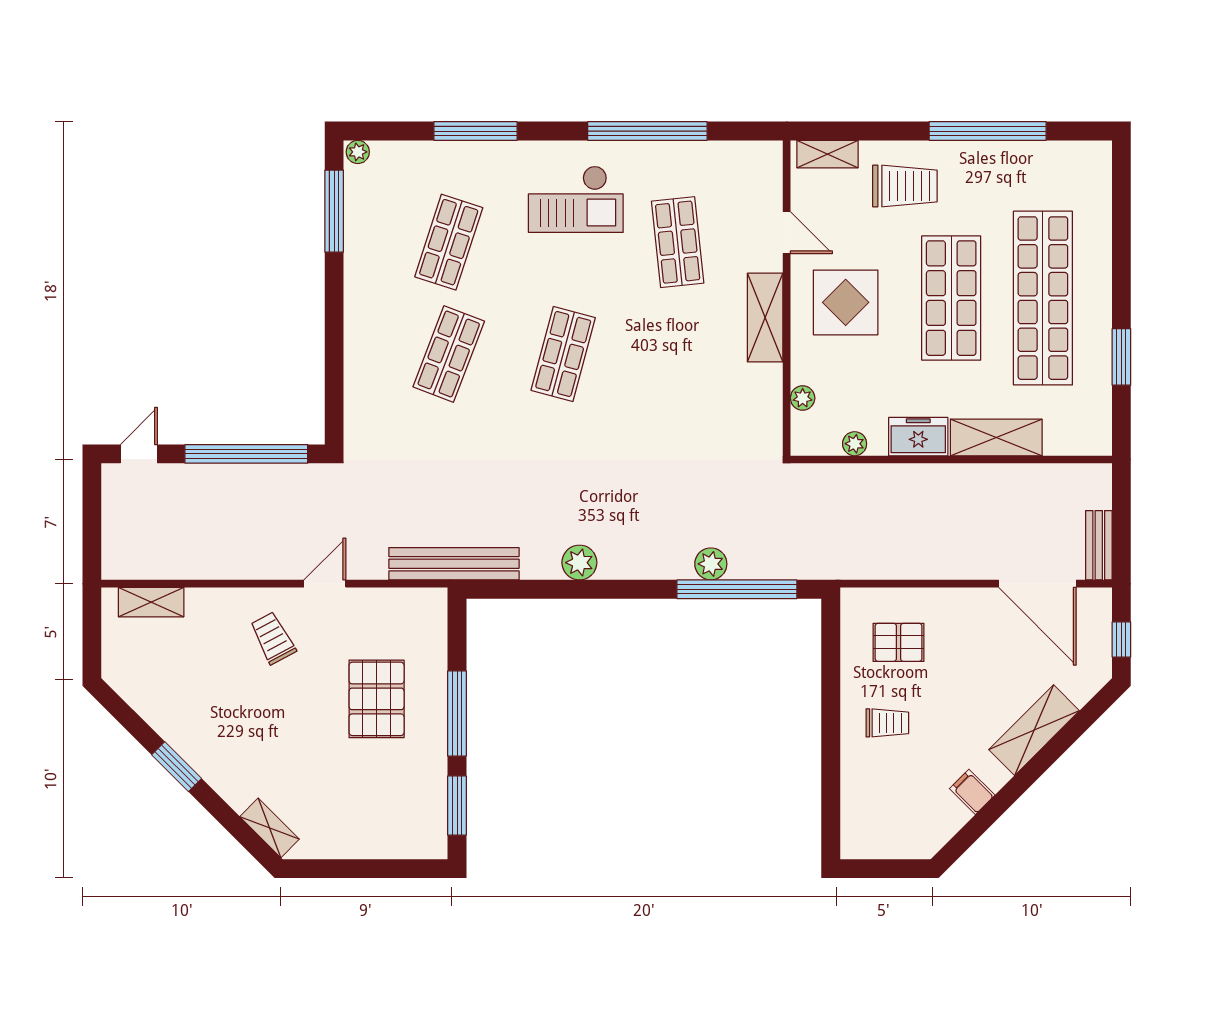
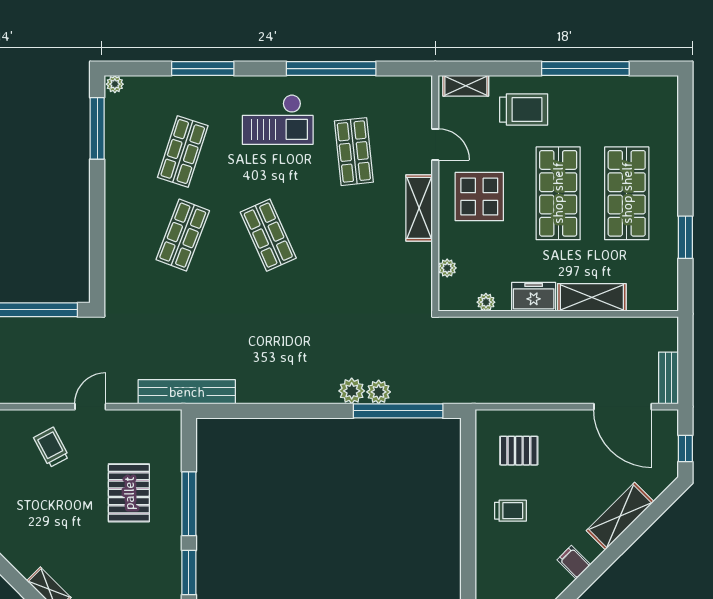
shop shelf: (1043, 298) -> (627, 193), width x0.71
shop shelf: (563, 354) -> (268, 235), turned -39
plant: (579, 563) -> (352, 391), moved

